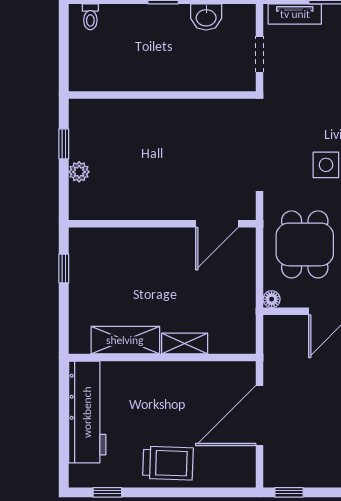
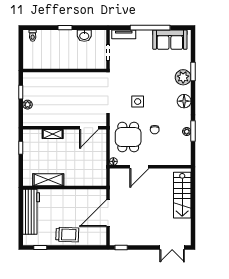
shelving: (185, 344) -> (53, 134), moved

